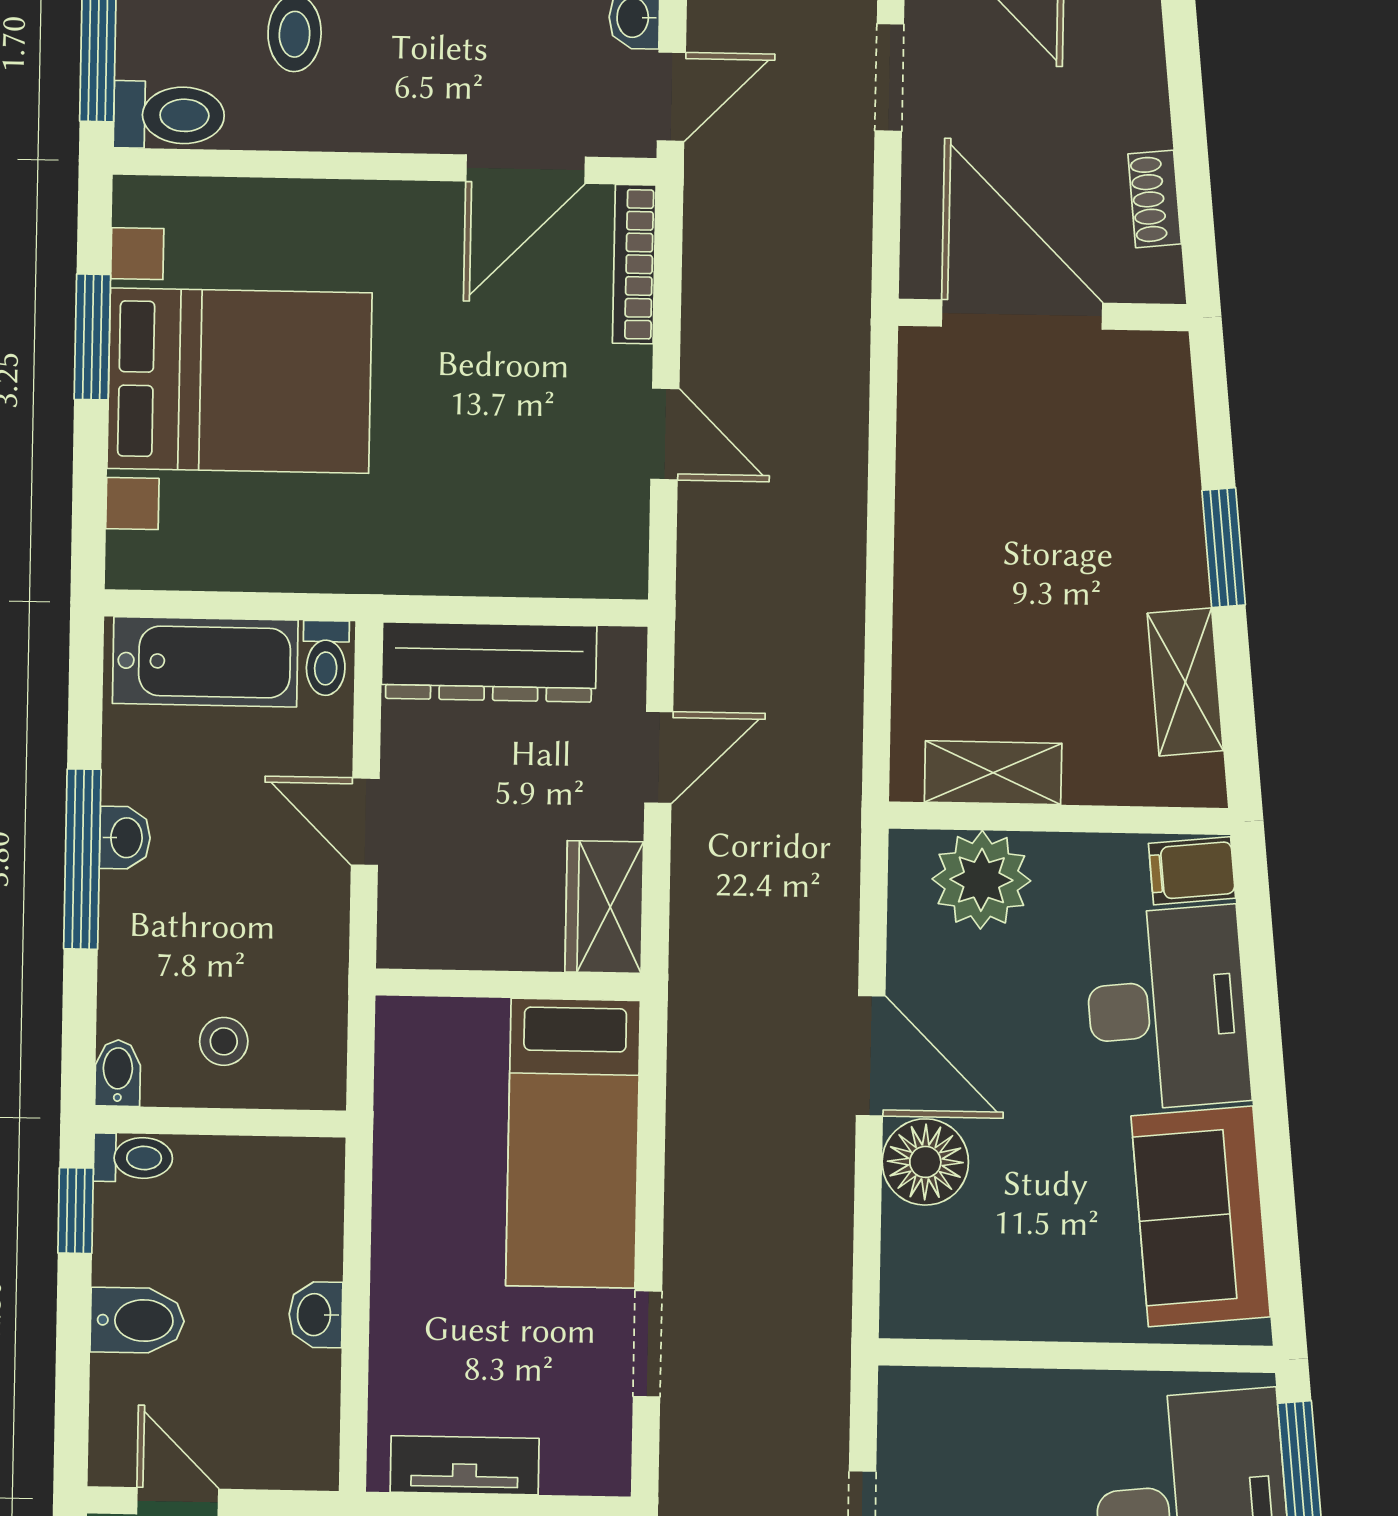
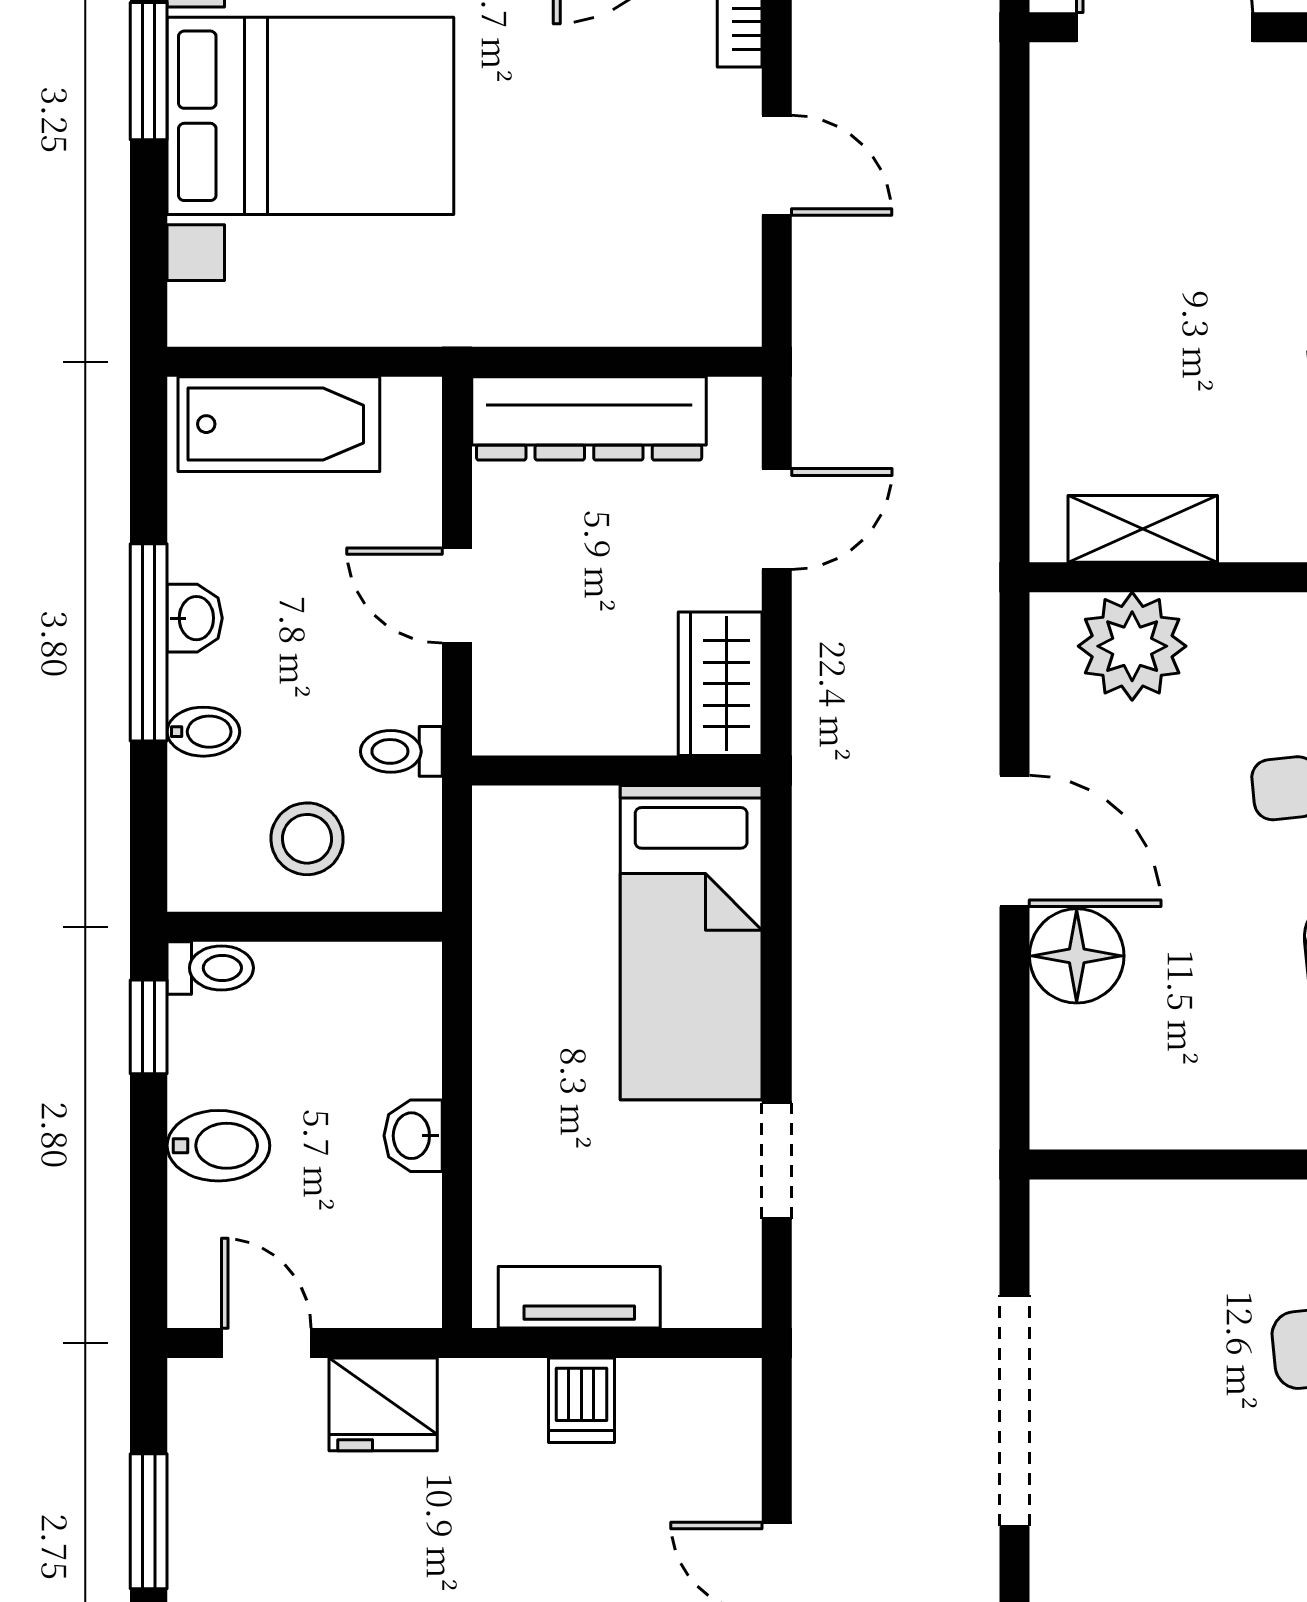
toilet: (326, 658) -> (401, 751), moved, turned 90
stool: (224, 1041) -> (307, 839), width x1.37, depth x1.37
bidet: (118, 1073) -> (203, 732), moved, turned 90

